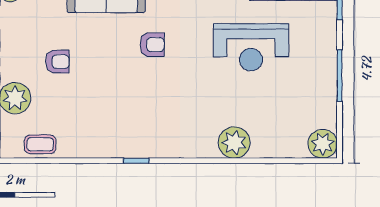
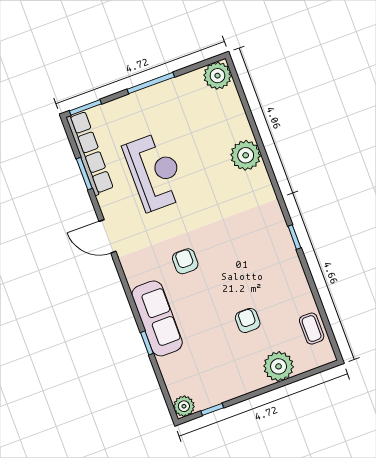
armchair: (57, 62) -> (248, 320), moved

